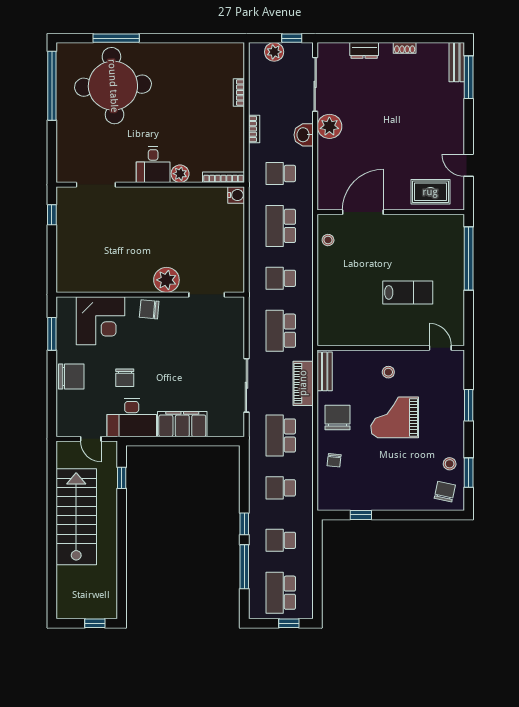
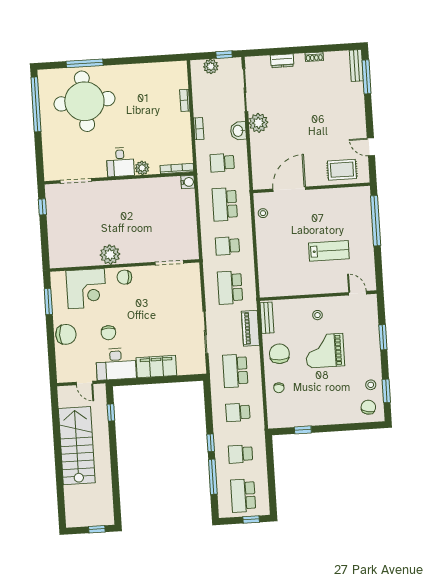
plant: (166, 280) -> (110, 255), moved

